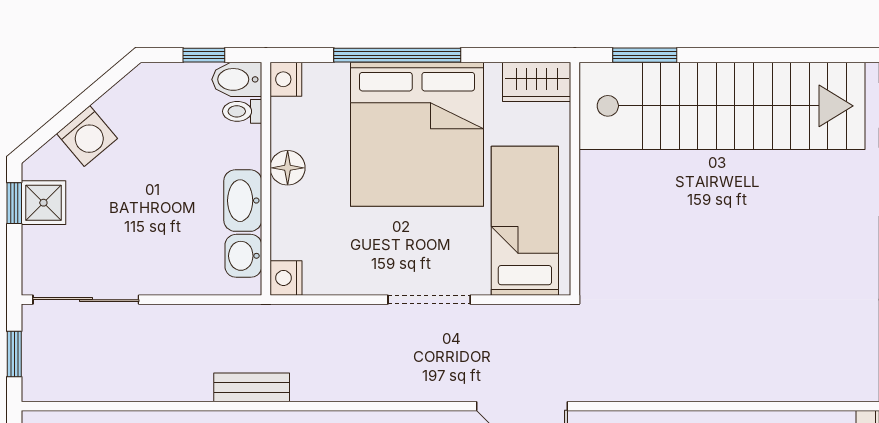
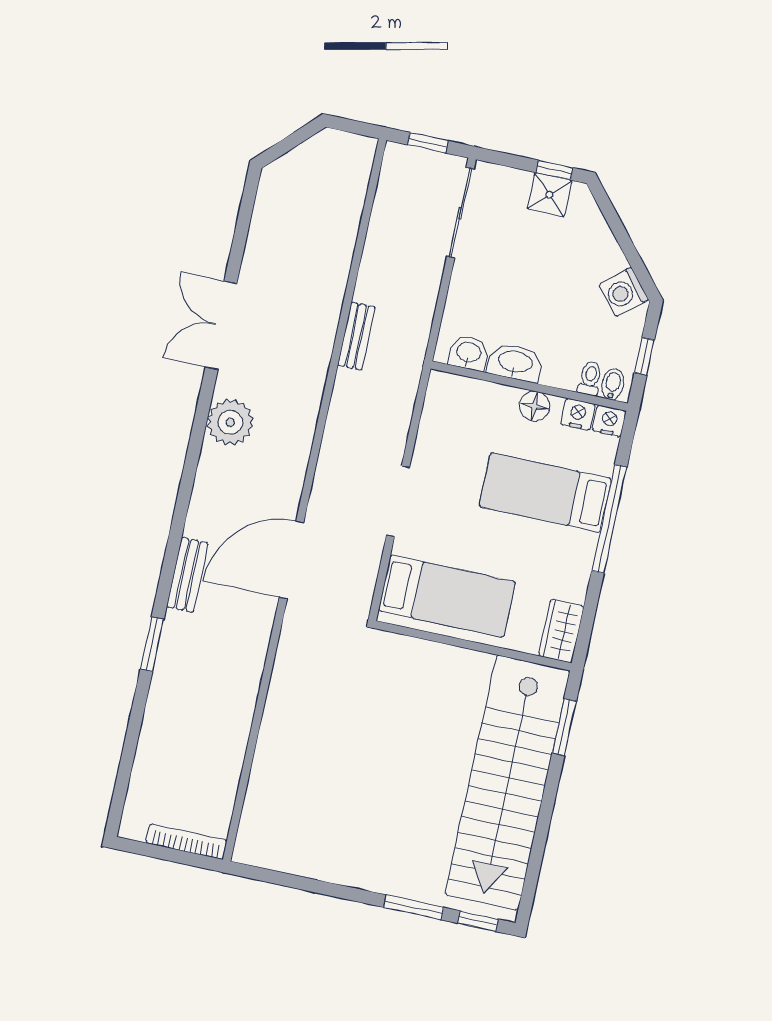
bidet: (237, 79) -> (613, 384), width x0.72, depth x0.74
bed: (417, 134) -> (545, 493), width x0.49
washing machine: (87, 136) -> (624, 292), moved
nightstand: (286, 278) -> (578, 414), moved

